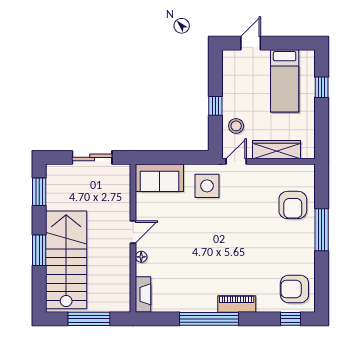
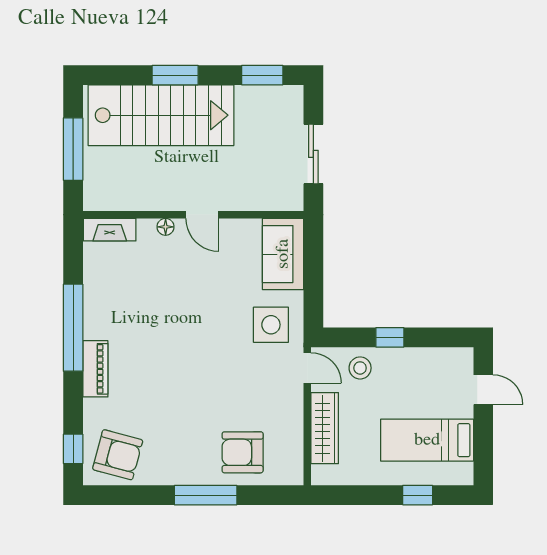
armchair: (294, 289) -> (118, 455), turned 105

